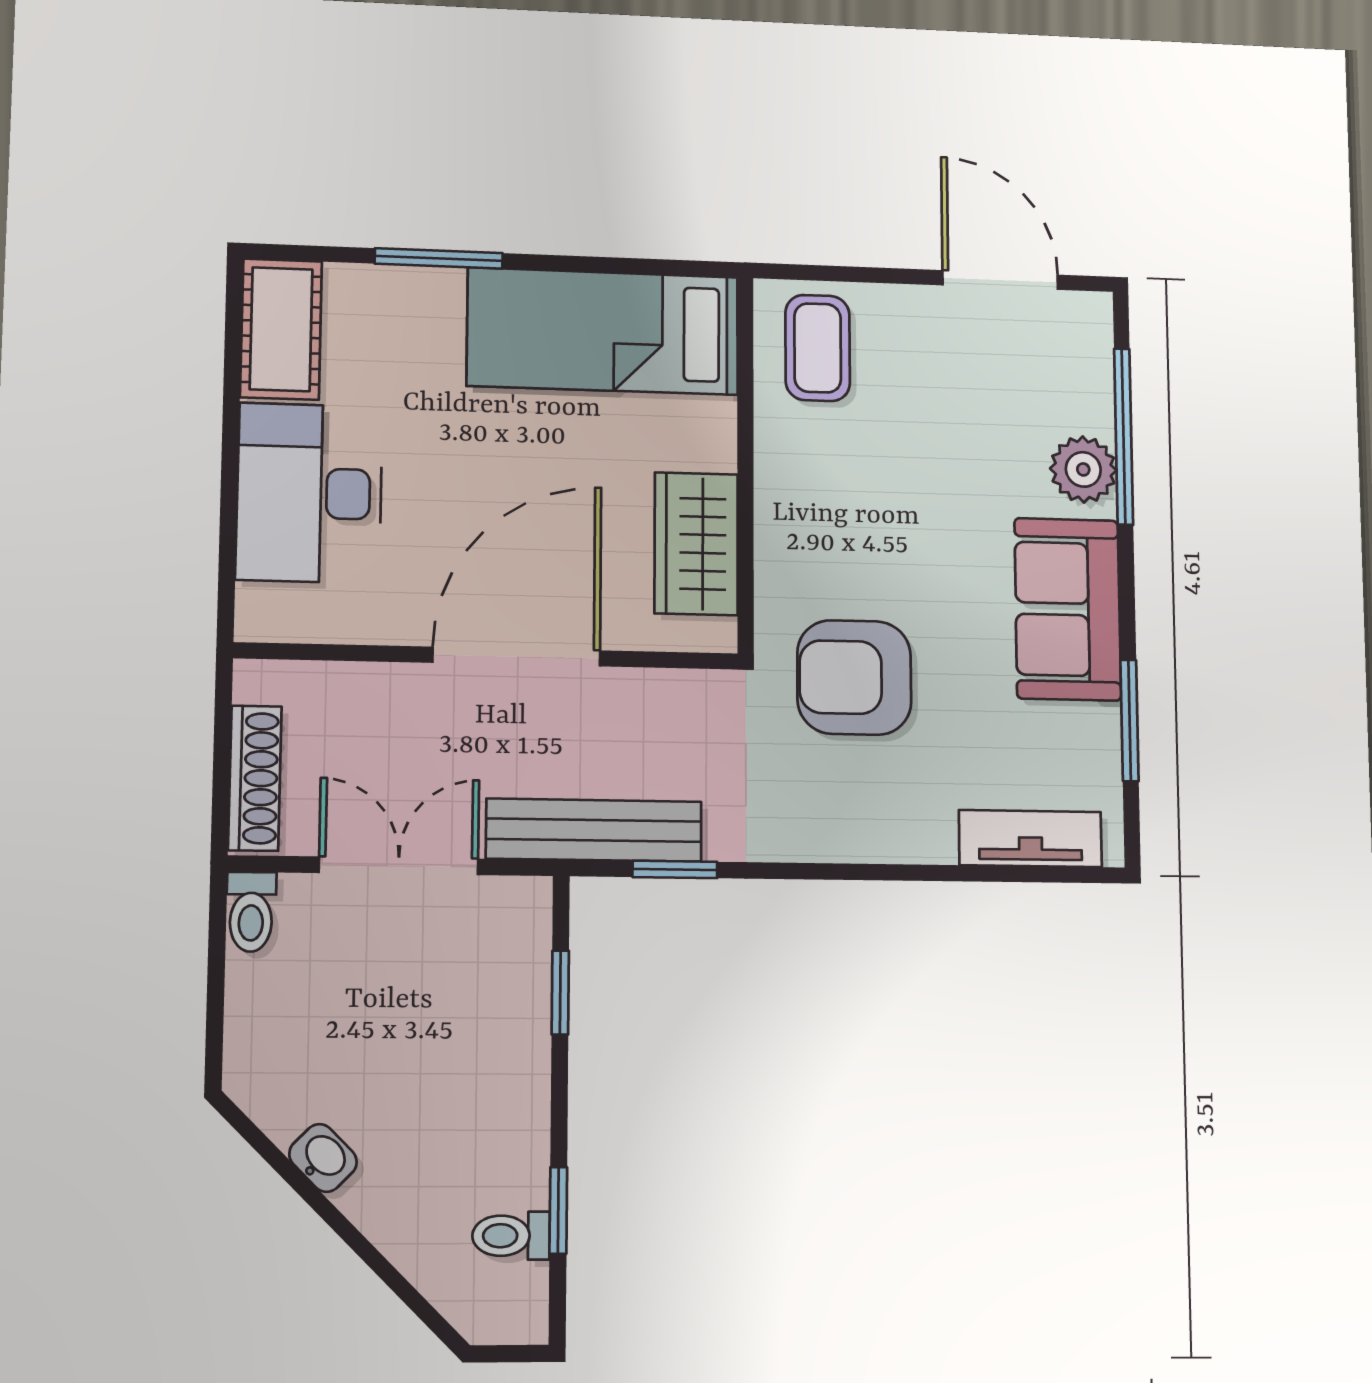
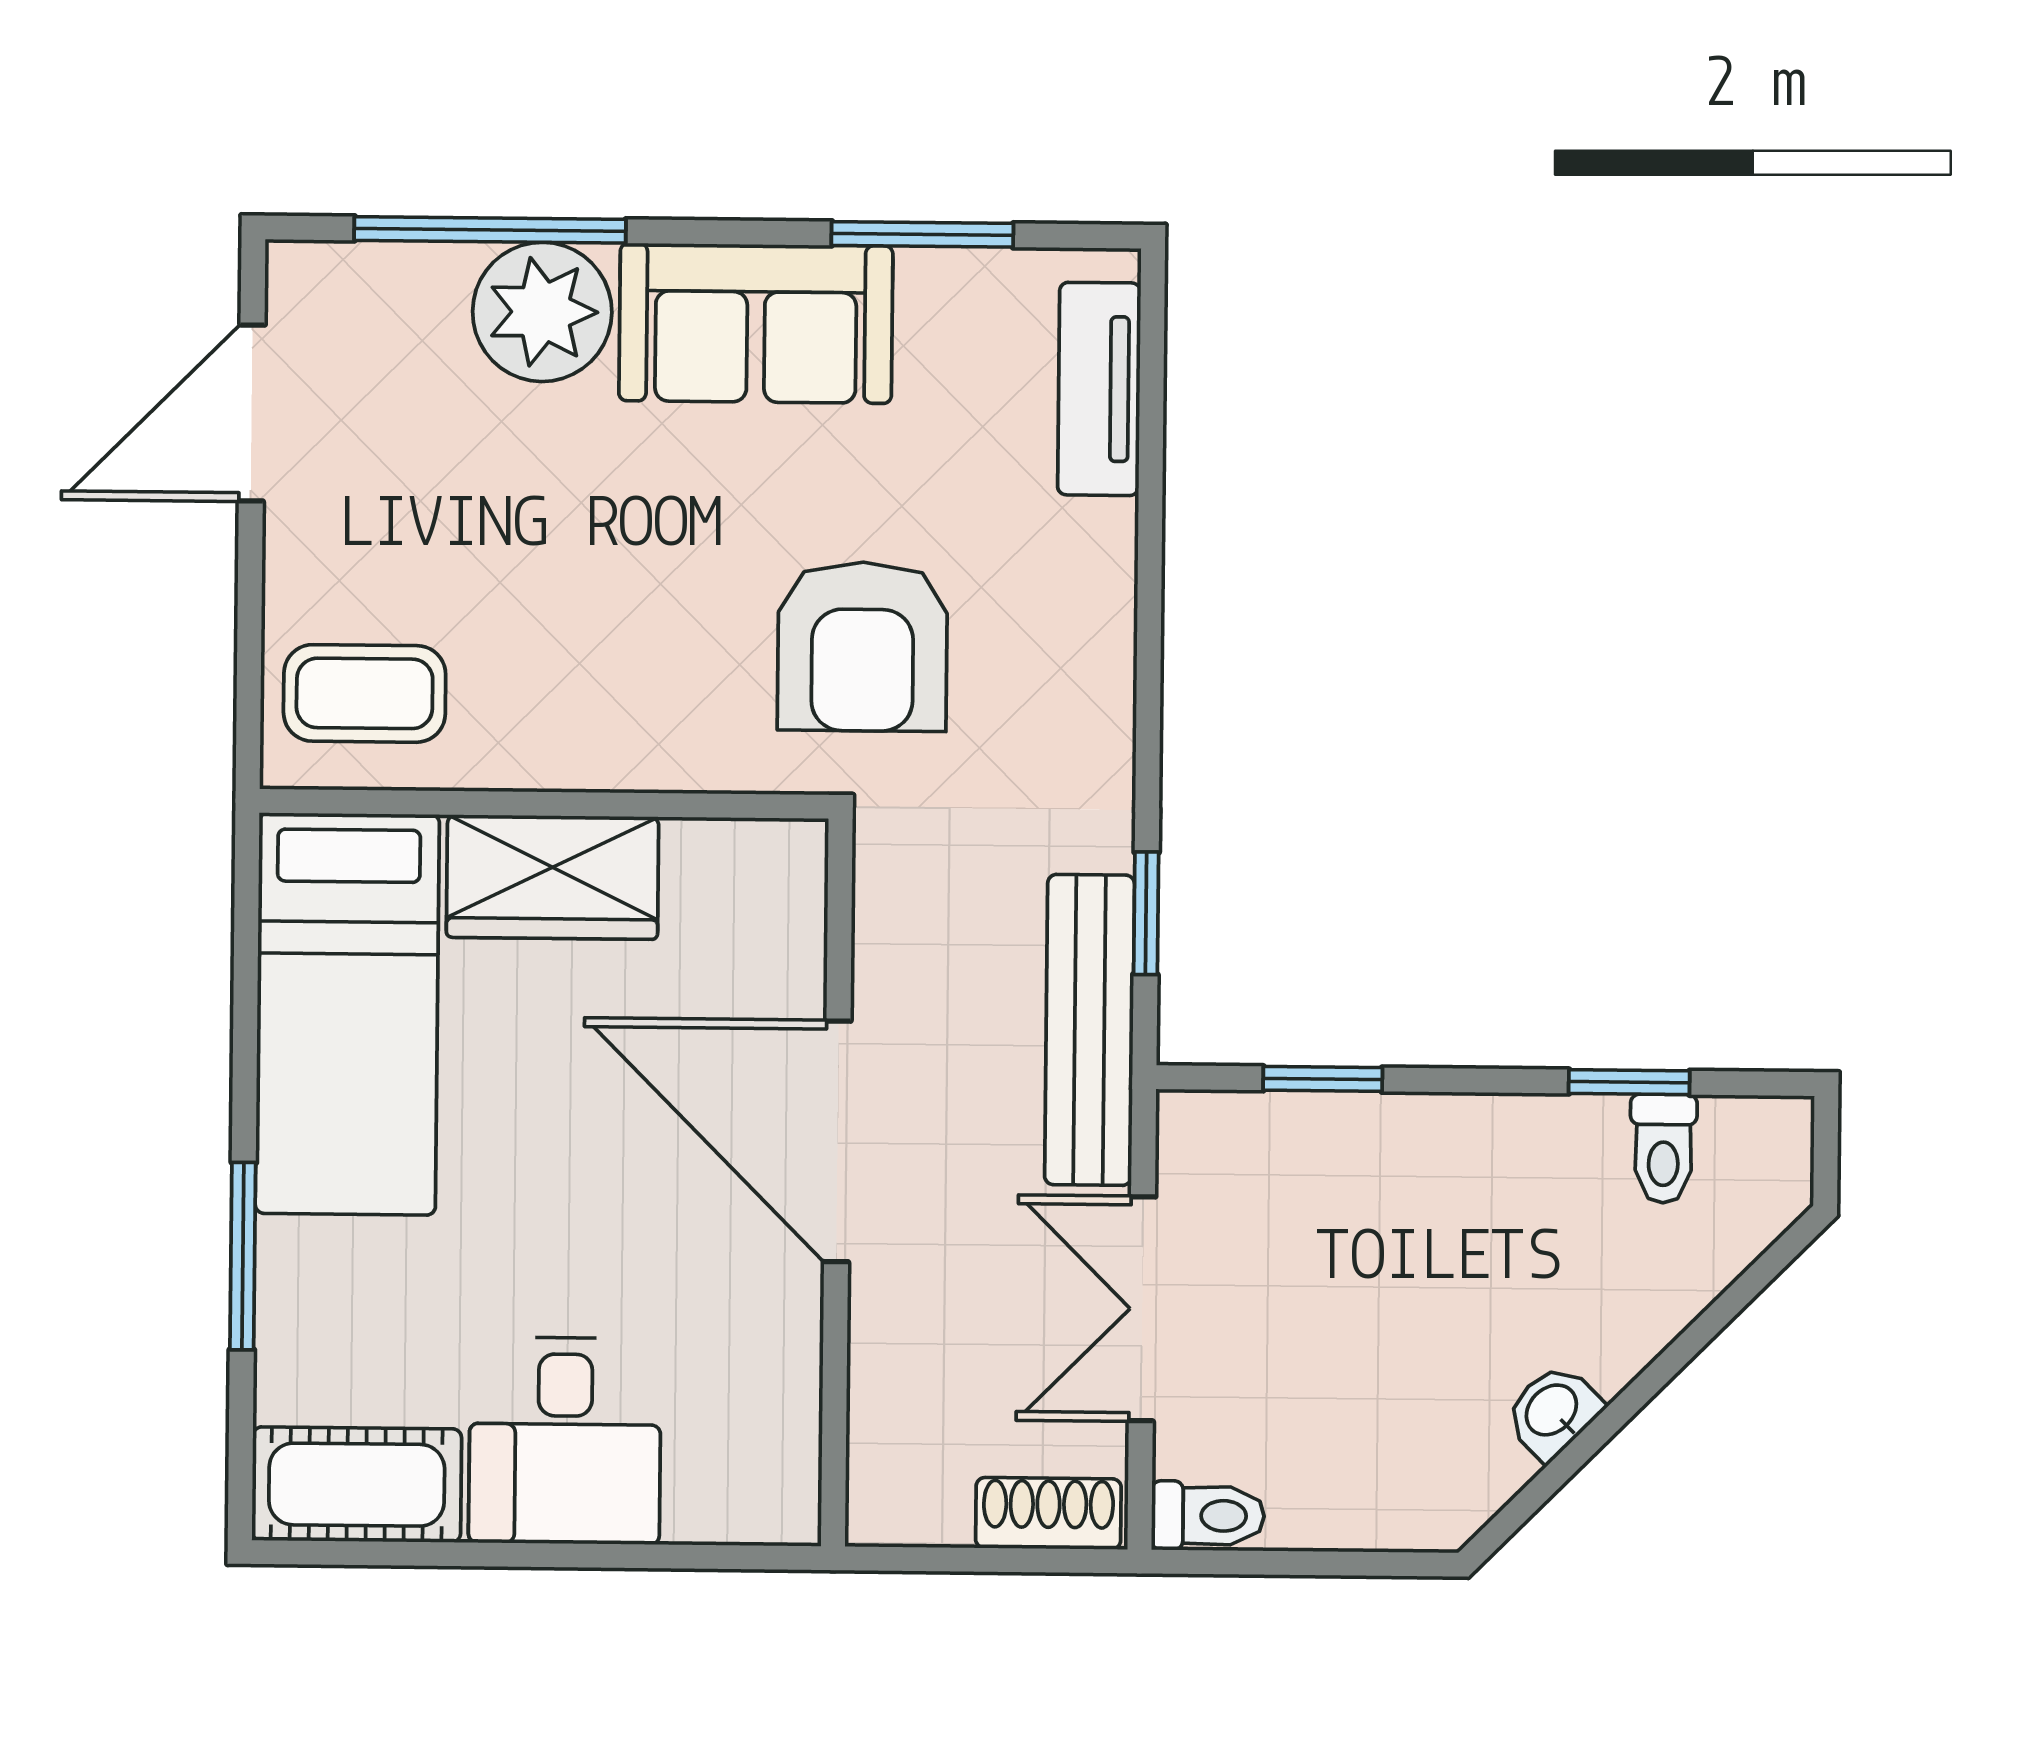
plant: (1083, 469) -> (542, 312), width x1.36, depth x1.36
desk: (309, 493) -> (565, 1441), width x0.73
wardrobe: (696, 544) -> (553, 877), moved
shoe rack: (255, 778) -> (1048, 1513), width x0.70

